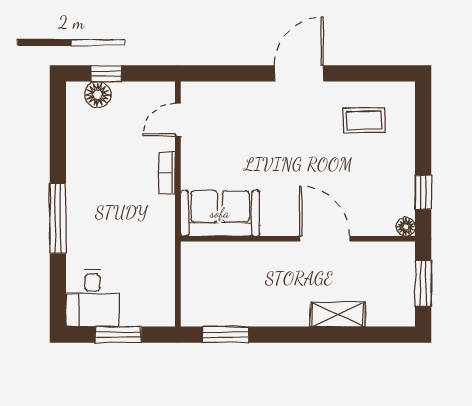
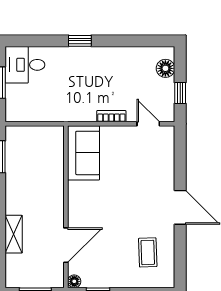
window: (106, 73) -> (180, 93), moved
window: (58, 219) -> (80, 41), width x0.46
door: (325, 239) -> (66, 245), moved

